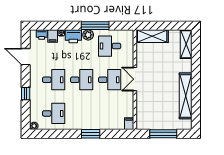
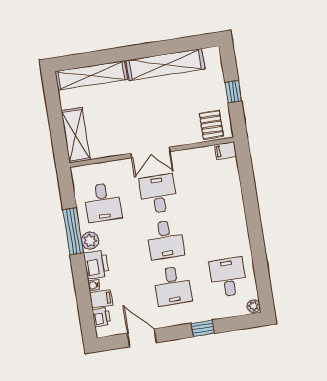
shelving: (186, 44) -> (91, 75), width x1.47
door: (26, 57) -> (142, 338), swing flipped
desk: (54, 80) -> (173, 286), turned 180
desk: (82, 80) -> (165, 240), turned 180
pallet: (146, 118) -> (211, 125), added
window: (91, 134) -> (252, 211), removed
window: (163, 134) -> (233, 92), width x0.46

